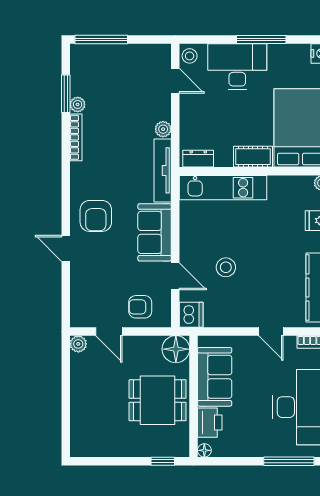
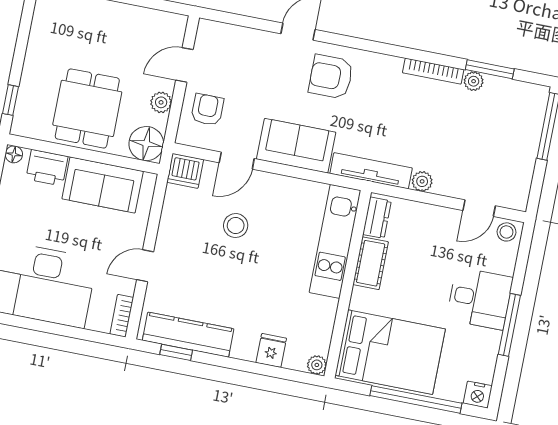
desk: (237, 67) -> (480, 298), width x0.73
cot: (253, 157) -> (371, 263), moved
plant: (78, 344) -> (161, 102), moved

